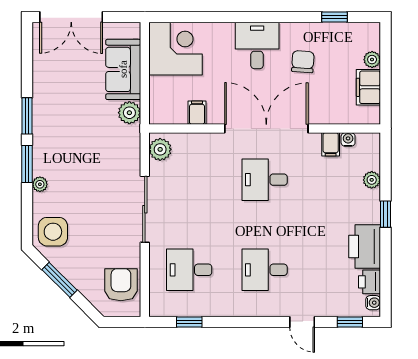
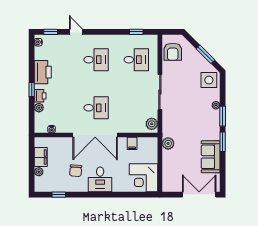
sofa: (123, 69) -> (211, 157), moved, turned 180
filing cabinet: (331, 144) -> (61, 127), removed
printer: (369, 282) -> (40, 96), moved

